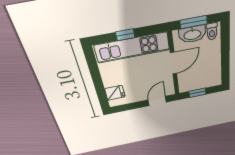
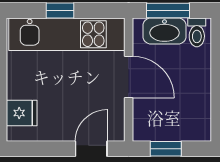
door: (173, 63) -> (129, 77), hinge flipped

